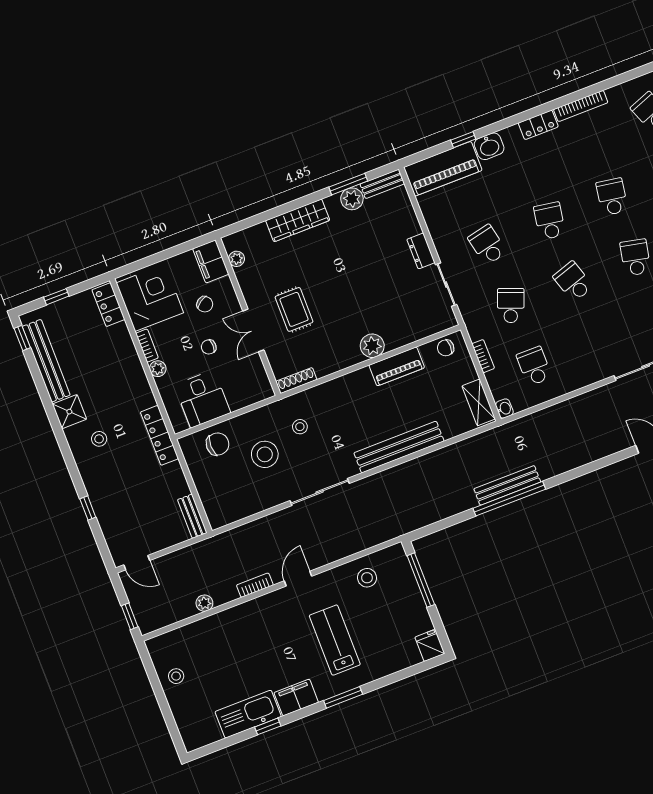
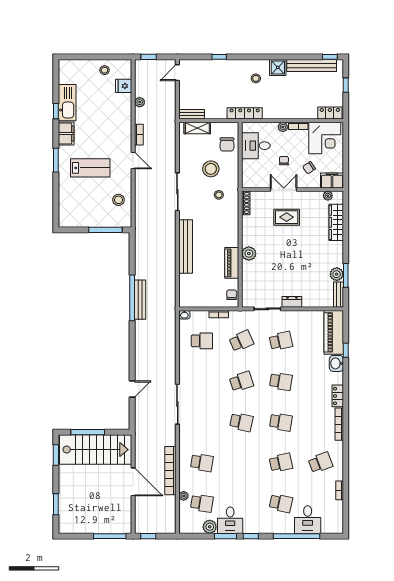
wardrobe: (298, 220) -> (336, 222), moved
school desk: (511, 306) -> (241, 341), turned -45
shelving: (479, 402) -> (197, 128), moved
fridge: (430, 645) -> (124, 86), moved, turned 180

